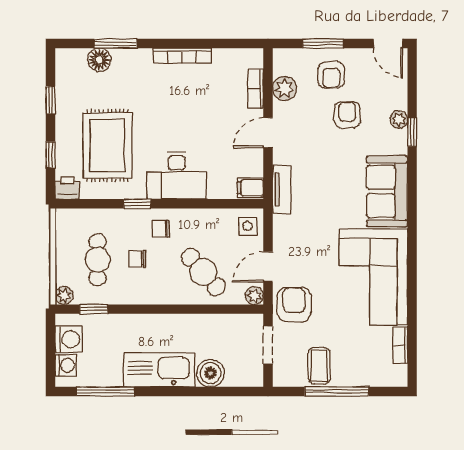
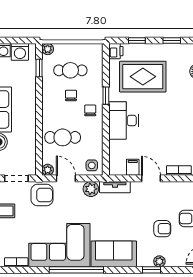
plant: (285, 88) -> (91, 189), moved
filing cabinet: (250, 188) -> (133, 167), moved
window: (412, 250) -> (76, 270), added
cafe table: (203, 272) -> (63, 137), turned 41

